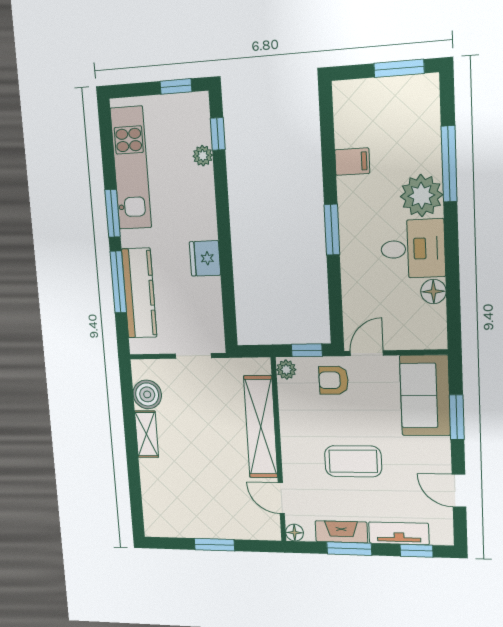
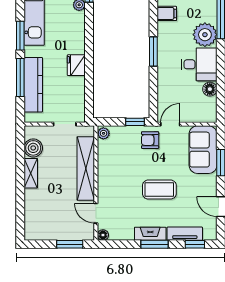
plant: (286, 370) -> (103, 133), moved
shelving: (261, 427) -> (86, 168), moved
wall: (279, 450) -> (96, 183), moved
door: (281, 498) -> (96, 213), moved
floor lamp: (295, 533) -> (103, 235), moved

